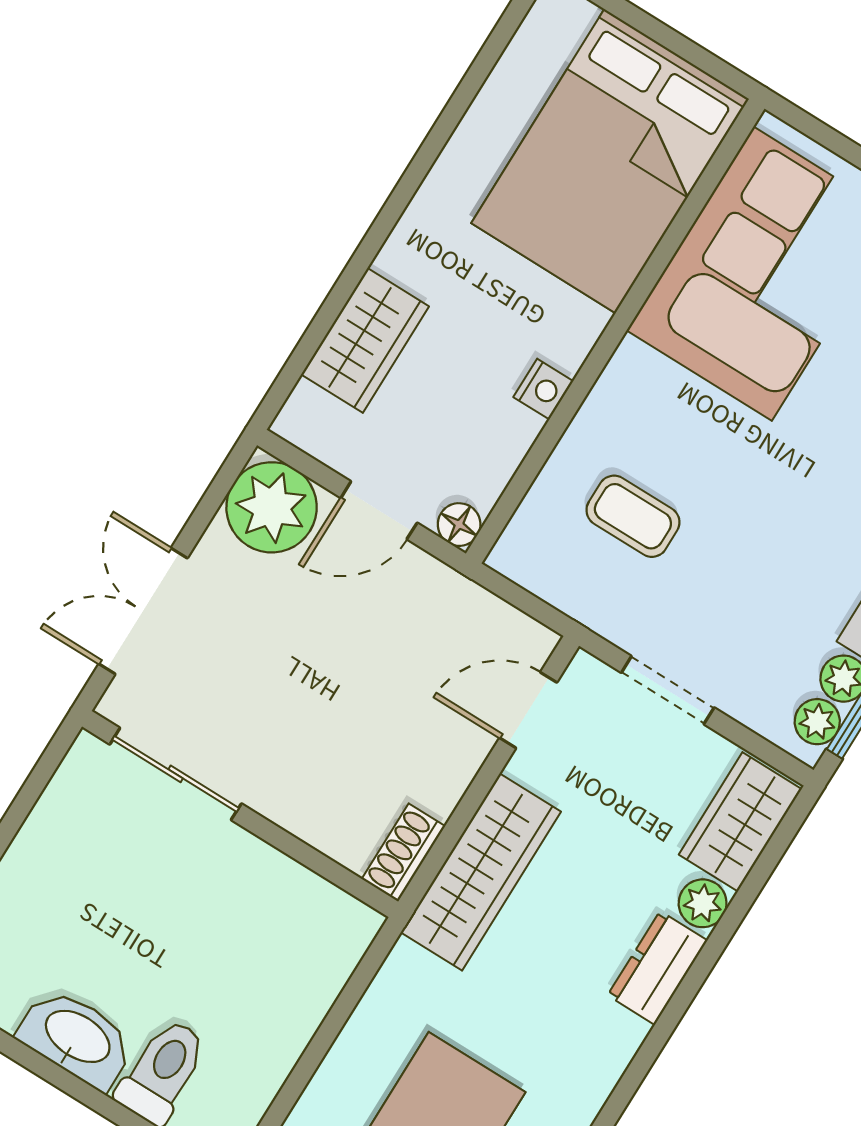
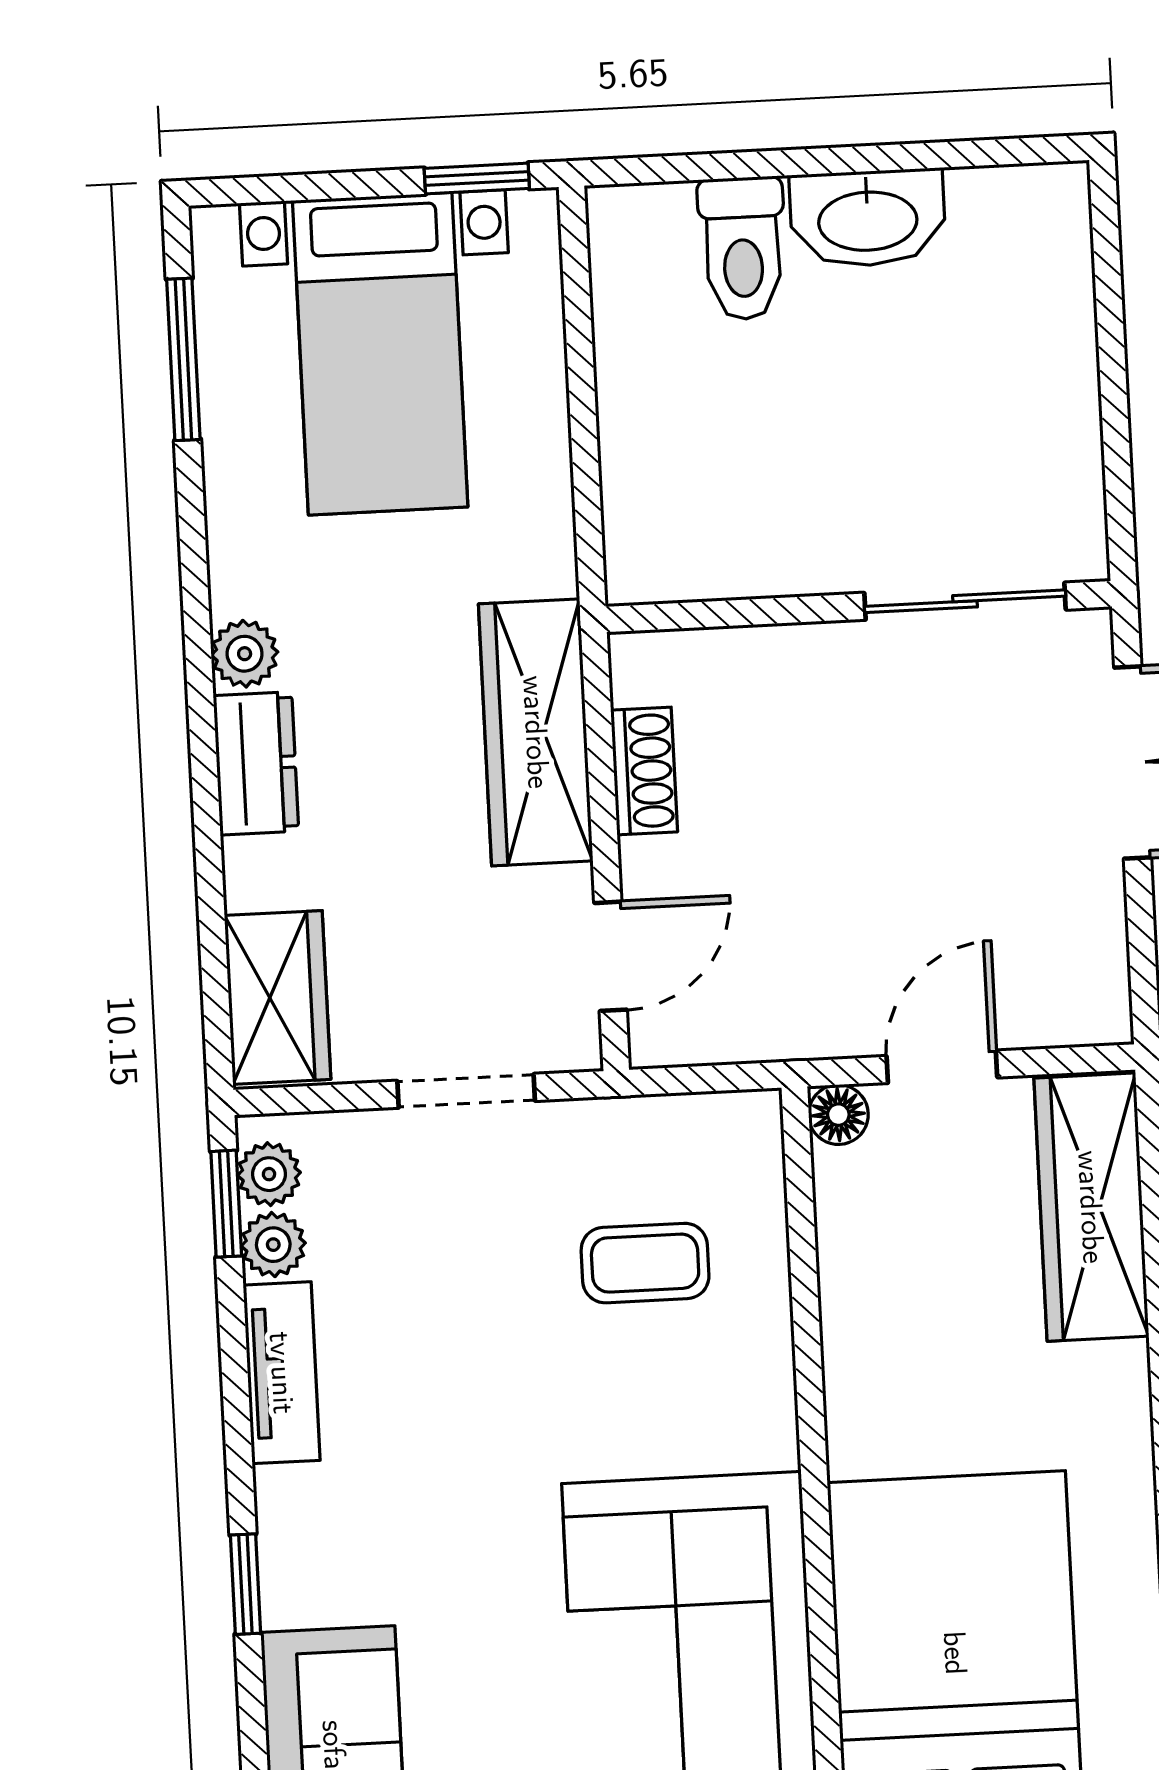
wardrobe: (365, 340) -> (1091, 1207), width x1.50
nightstand: (543, 389) -> (850, 1338), removed
plant: (272, 507) -> (1068, 984), removed
shoe rack: (403, 853) -> (644, 771), moved
plant: (703, 903) -> (245, 654), moved

